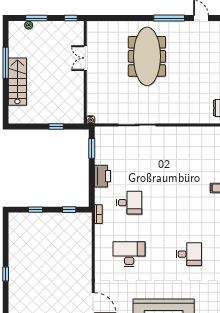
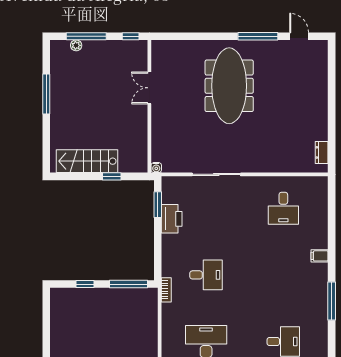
window: (36, 18) -> (86, 36), width x1.44
stairs: (17, 82) -> (87, 161), moved, turned -90
desk: (189, 151) -> (283, 208), added
printer: (103, 176) -> (172, 219), moved
window: (69, 210) -> (128, 284), width x2.17

